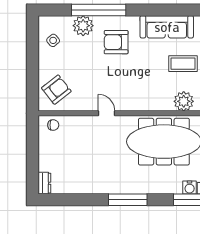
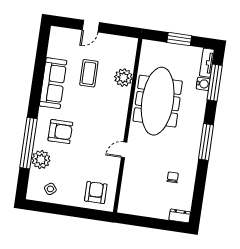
armchair: (116, 42) -> (60, 132), turned -90
armchair: (56, 90) -> (96, 192), turned 38
chair: (53, 125) -> (173, 177), moved

